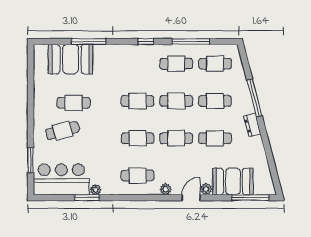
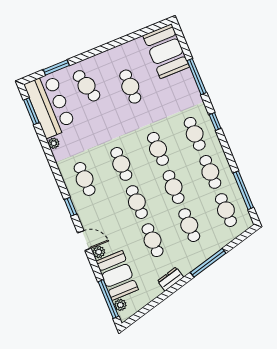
window: (146, 42) -> (215, 121), moved
window: (191, 42) -> (243, 190), moved
booth: (70, 59) -> (166, 51), moved
cafe table: (138, 64) -> (195, 134), added
dresser: (252, 125) -> (171, 279), moved
cafe table: (62, 131) -> (87, 86), moved
plant: (166, 189) -> (120, 305), moved
window: (87, 198) -> (31, 111), moved
window: (157, 198) -> (70, 207), added

